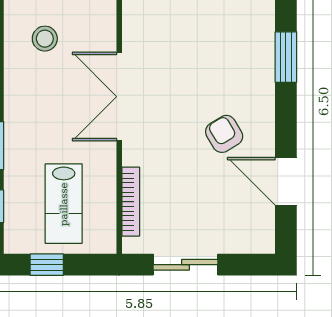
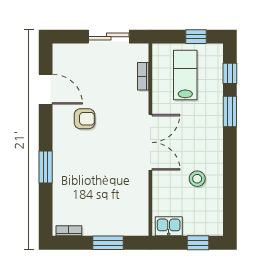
armchair: (224, 134) -> (84, 119), turned -59
bookcase: (131, 202) -> (143, 76), width x0.64

